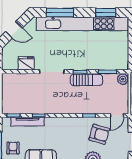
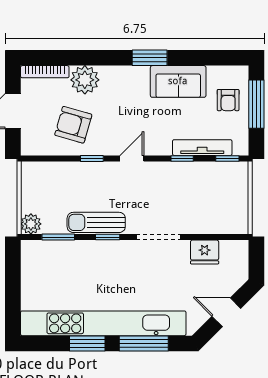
window: (106, 12) -> (87, 343), moved
door: (117, 115) -> (132, 158), moved

